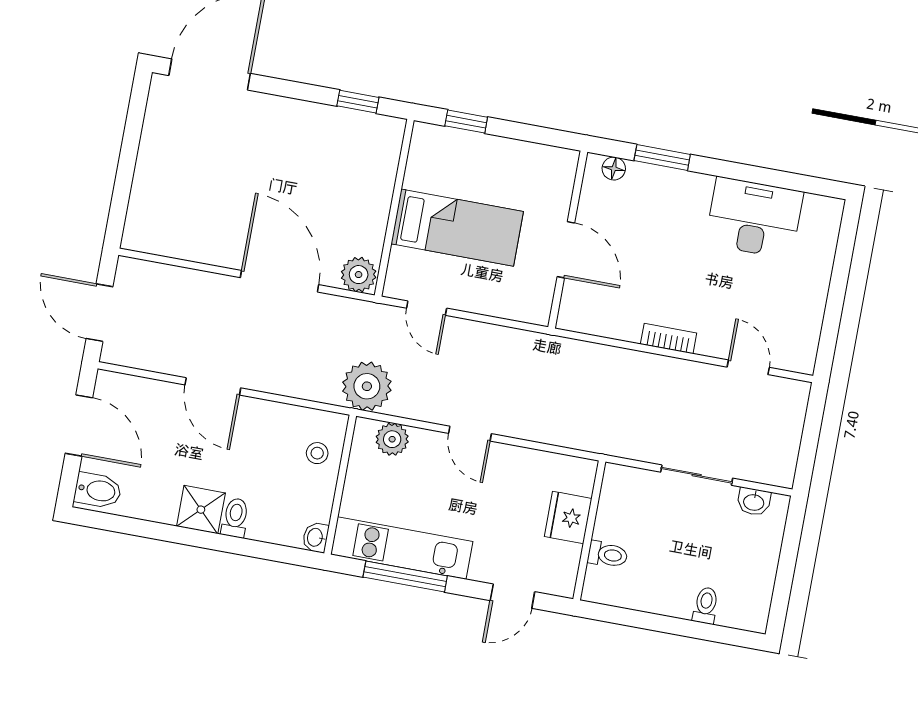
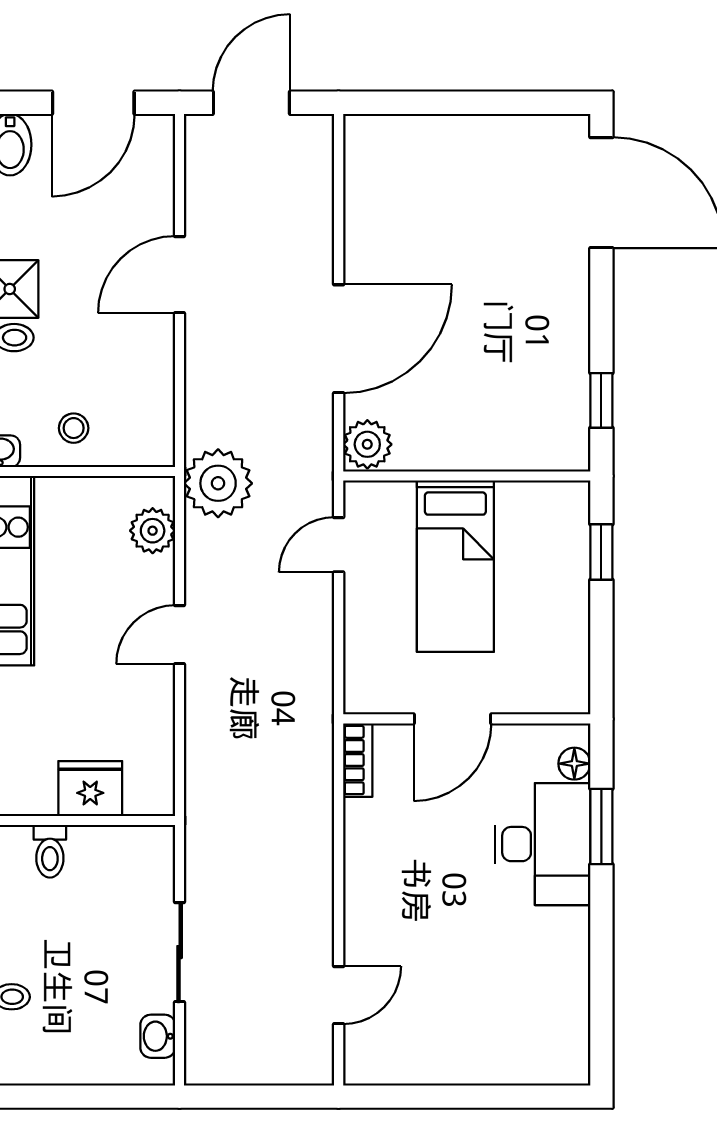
desk: (754, 218) -> (542, 844), moved
bookcase: (669, 339) -> (358, 760), moved
stool: (317, 453) -> (74, 428), moved

